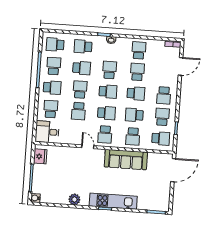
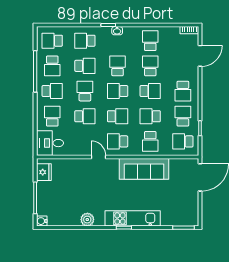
school desk: (54, 66) -> (52, 66), turned 180
school desk: (108, 91) -> (118, 91), turned 180
school desk: (79, 111) -> (85, 116), turned -90
school desk: (105, 134) -> (118, 141), turned 90
school desk: (161, 138) -> (183, 141), turned 180

